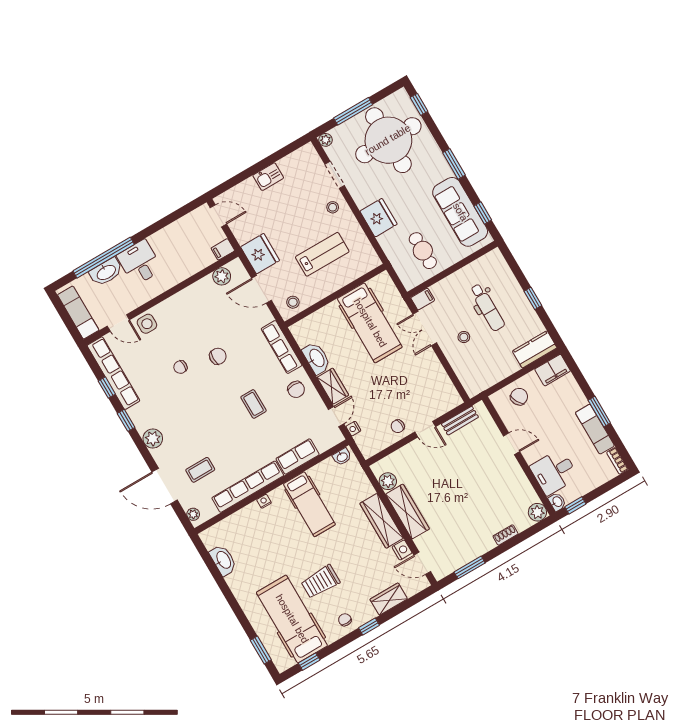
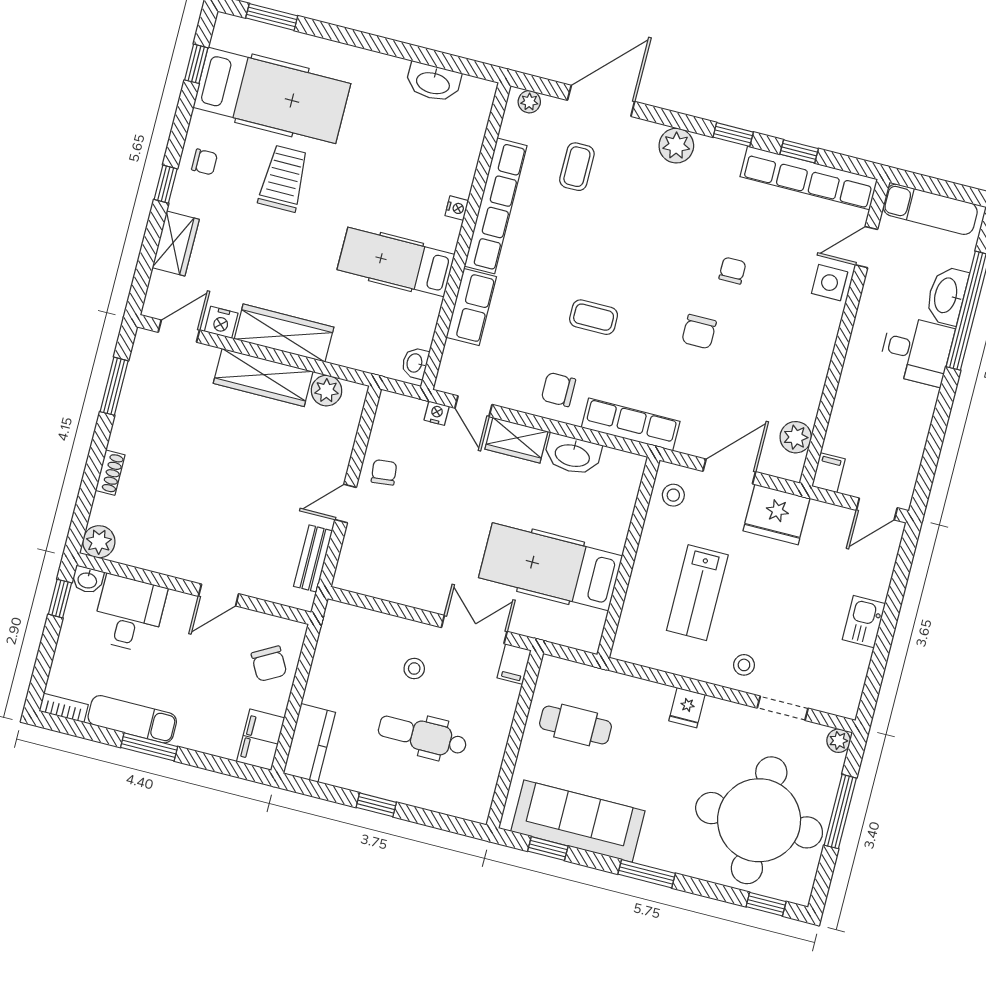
fridge: (378, 218) -> (687, 708), width x0.53, depth x0.75

